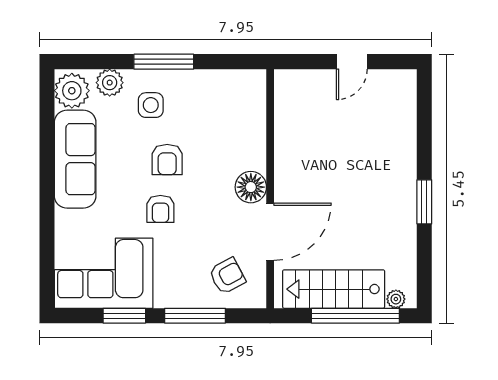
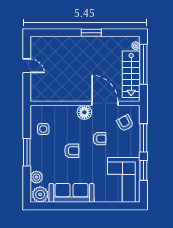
side table: (151, 105) -> (43, 129), moved
armchair: (160, 209) -> (100, 139), moved

